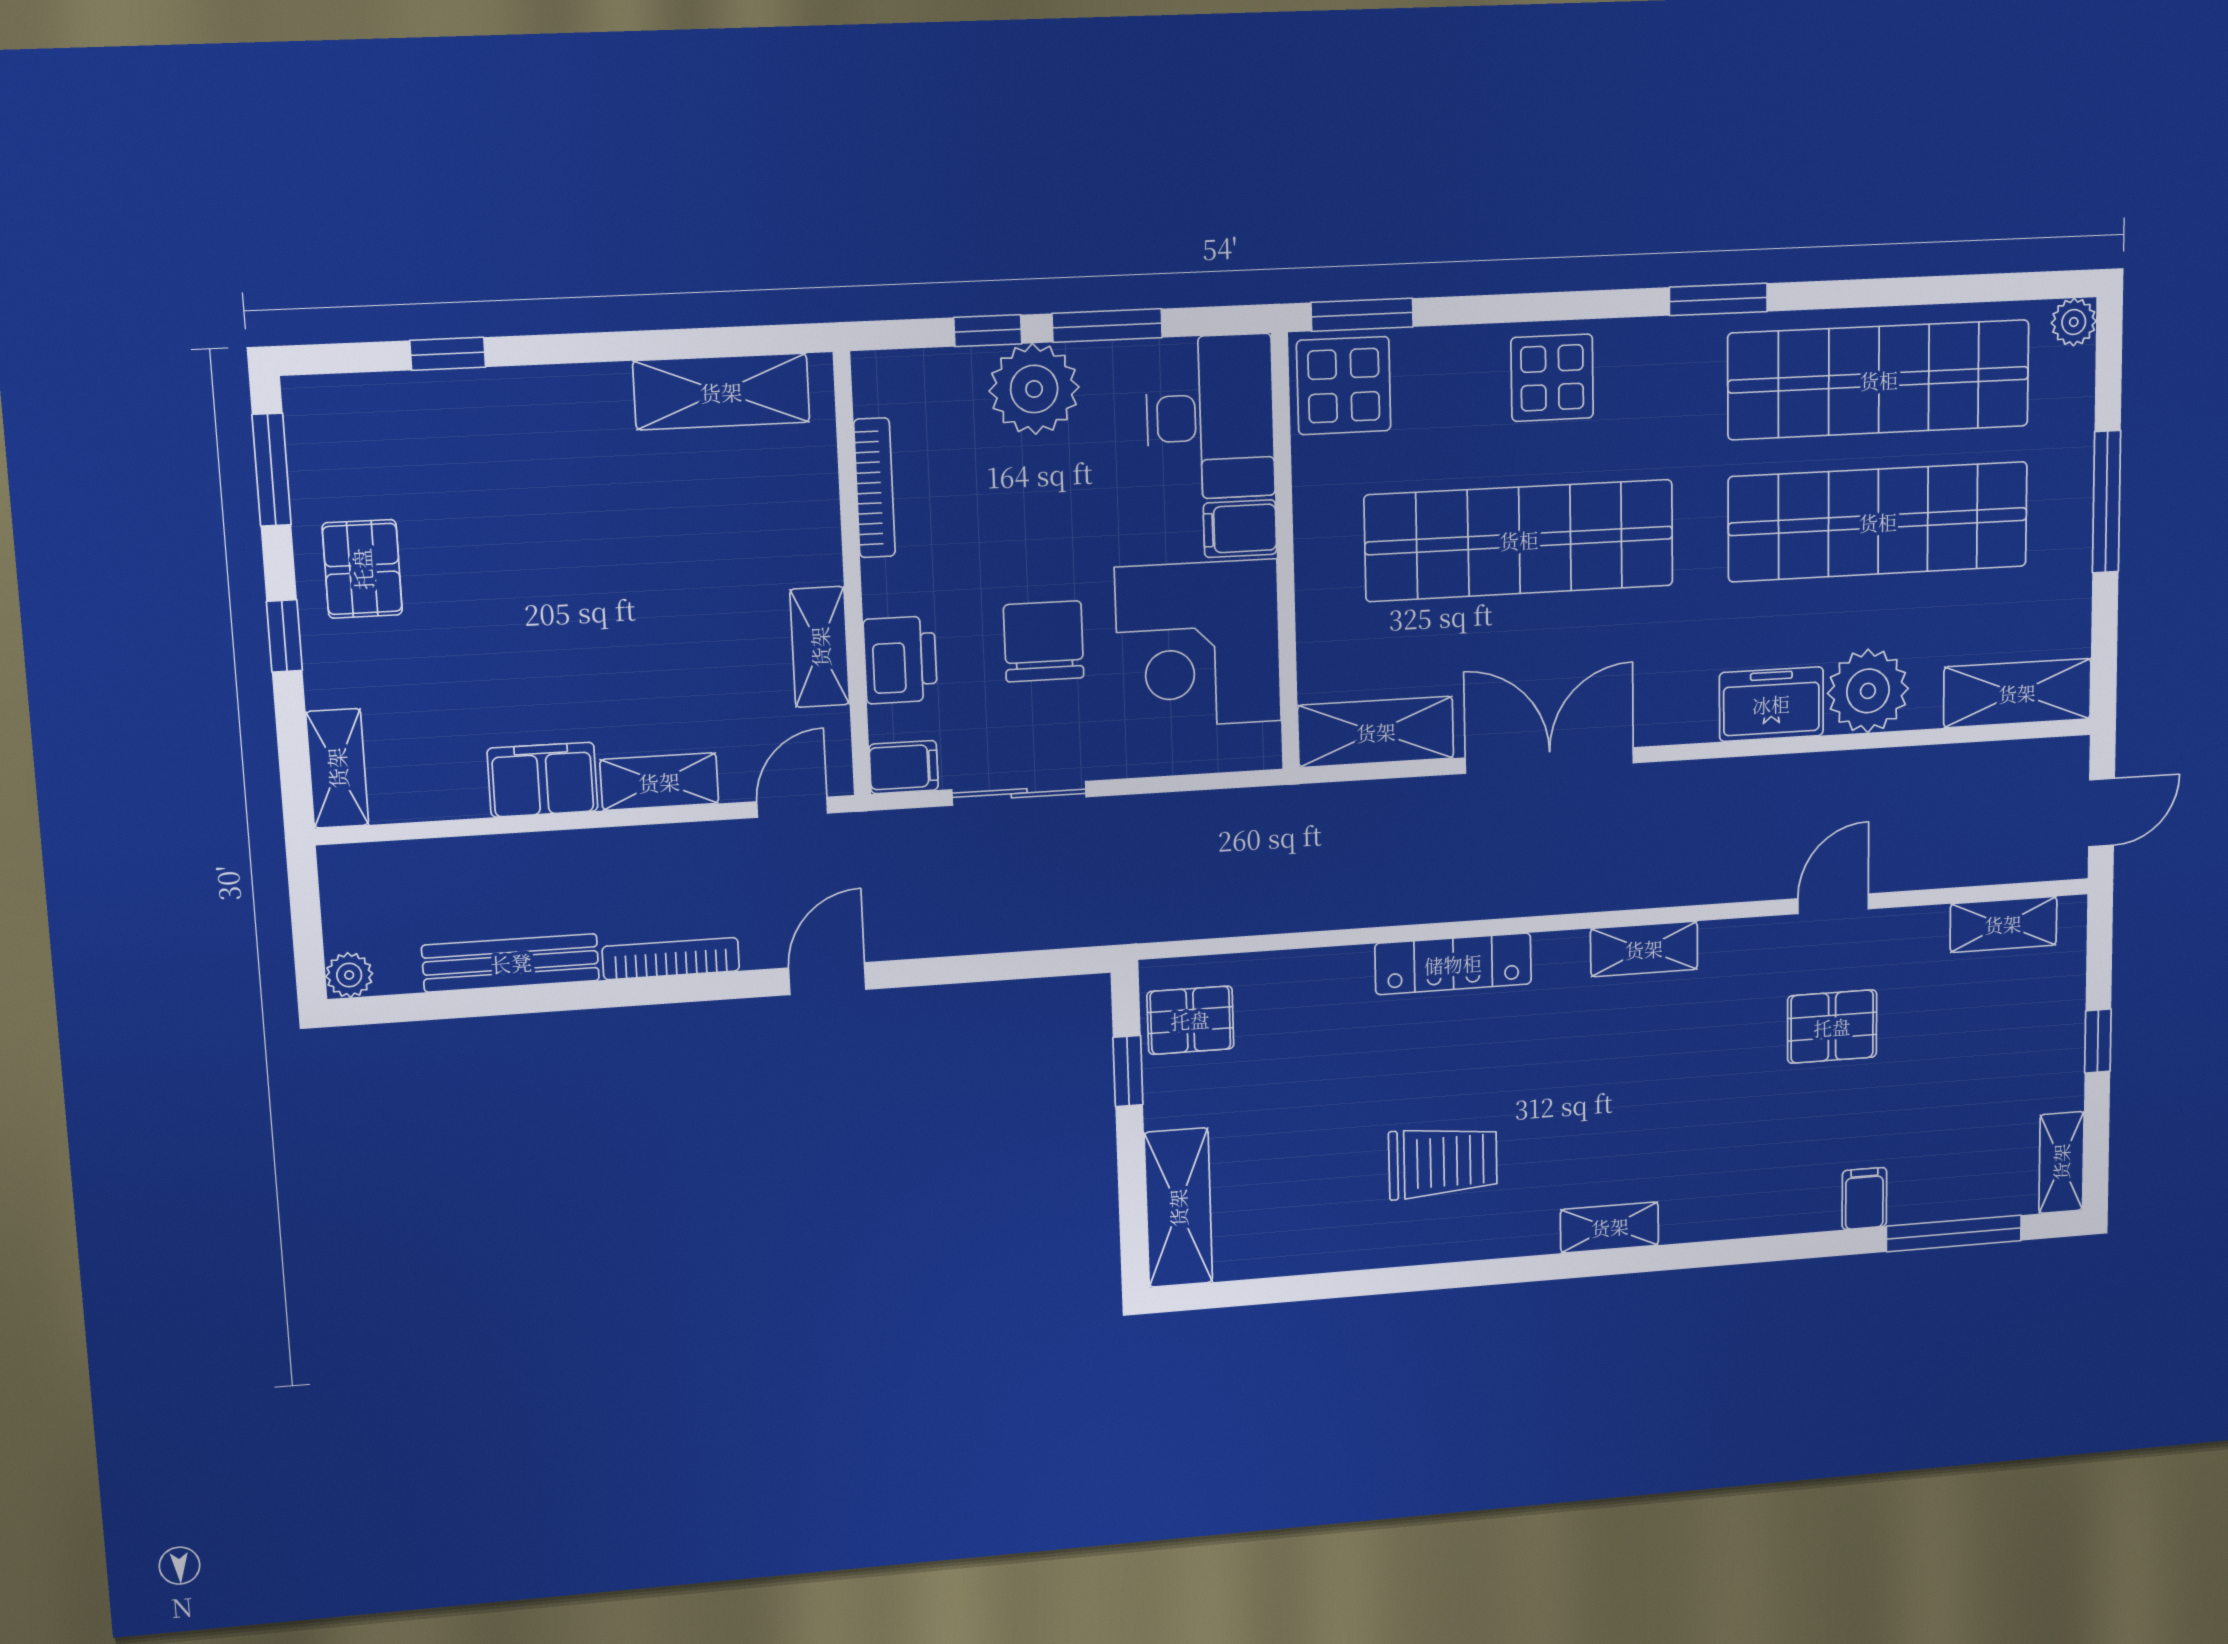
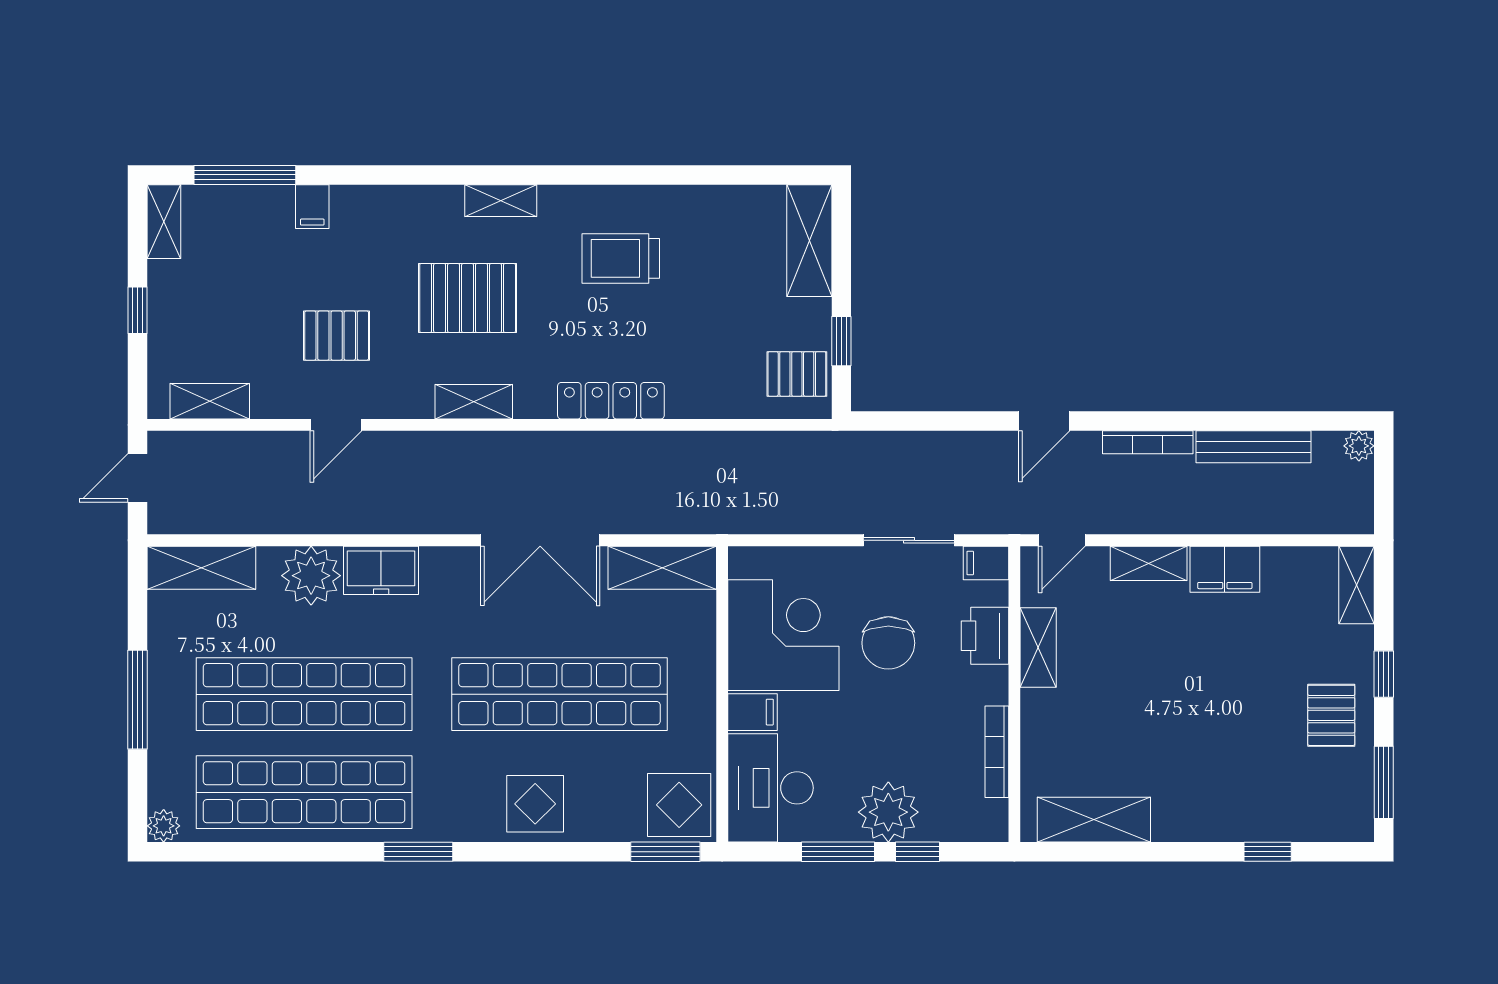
pallet: (1654, 1091) -> (468, 298), added

